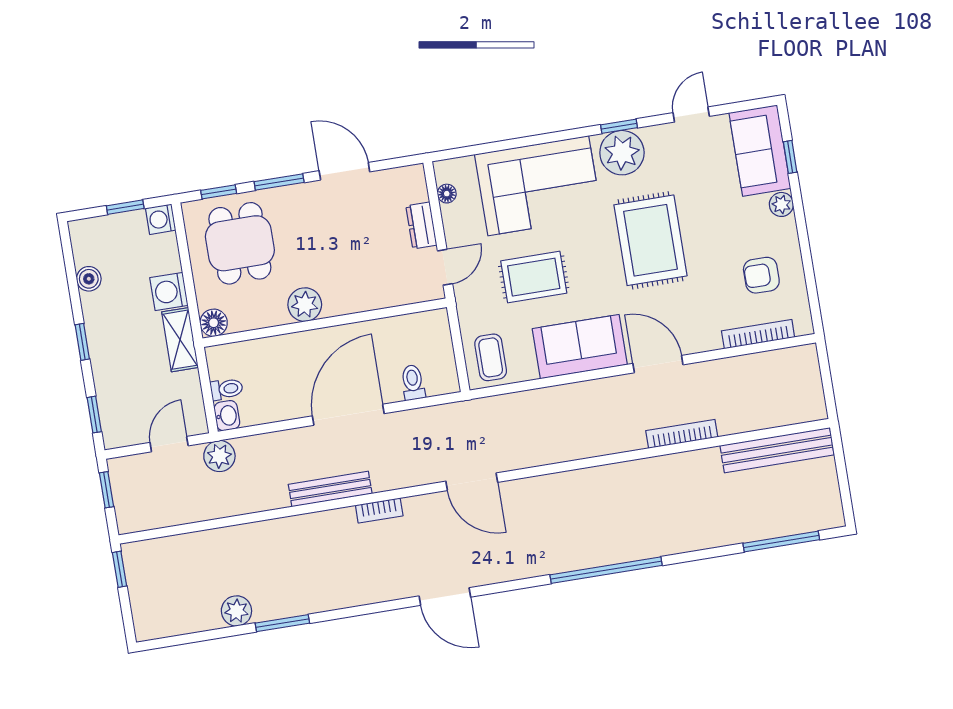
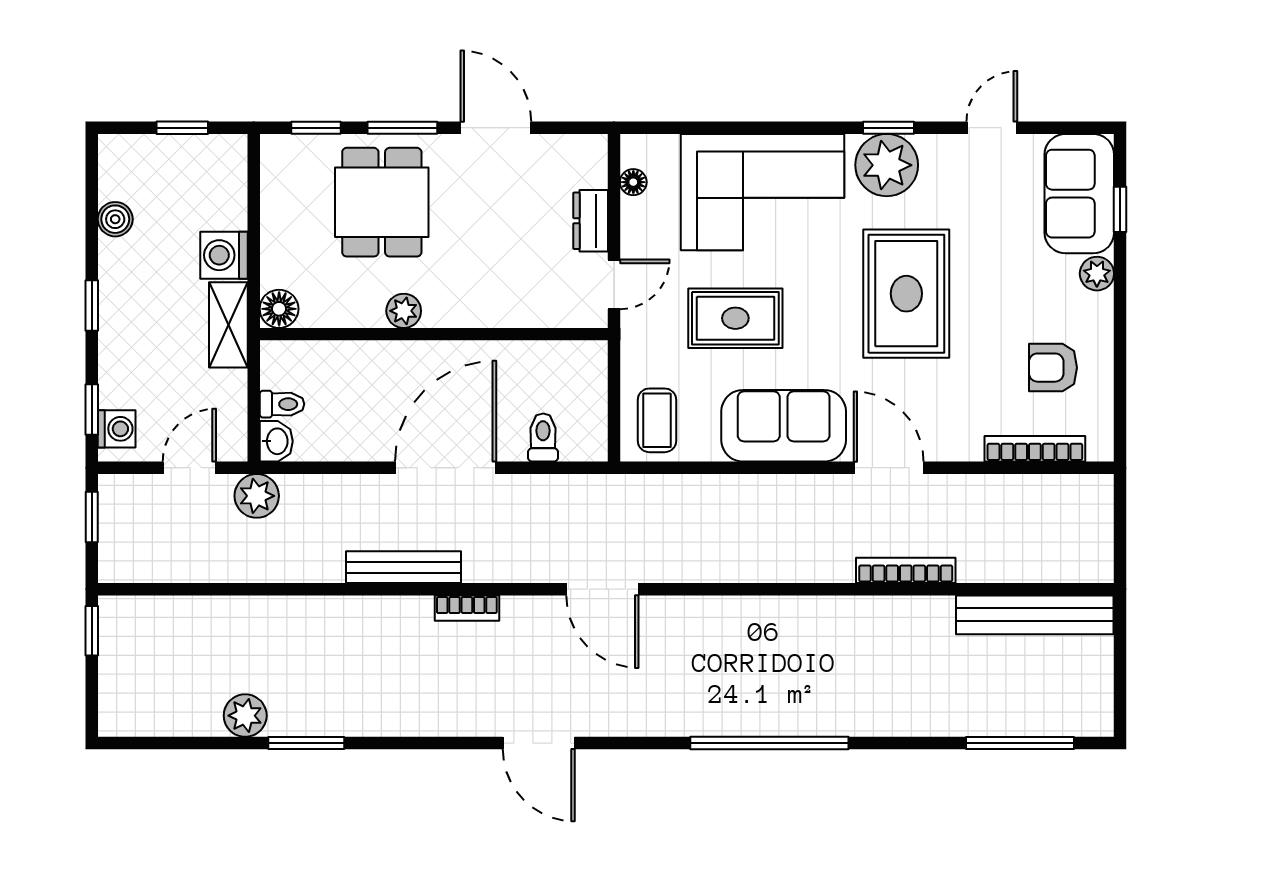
washing machine: (161, 219) -> (117, 429), moved, turned 180
dining table: (240, 243) -> (382, 202), moved
plant: (305, 305) -> (404, 311), width x0.73, depth x0.73

